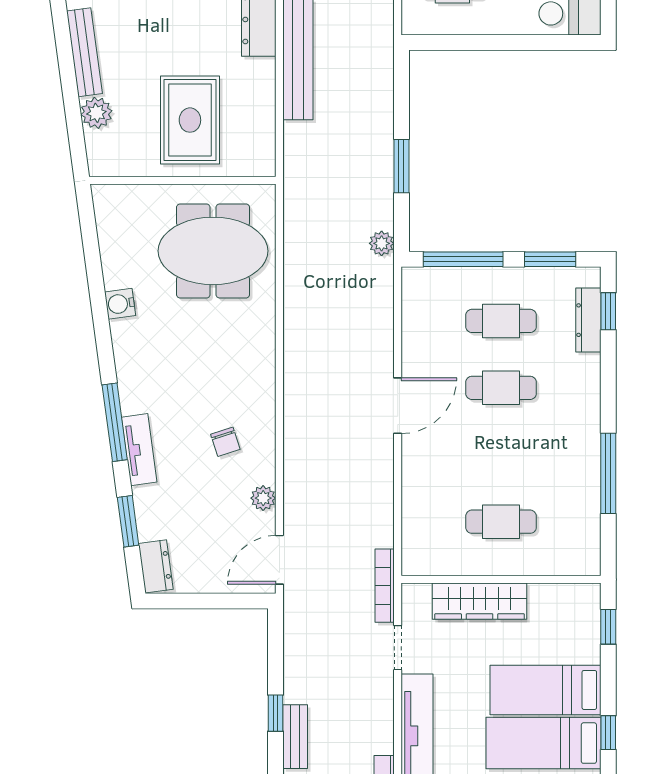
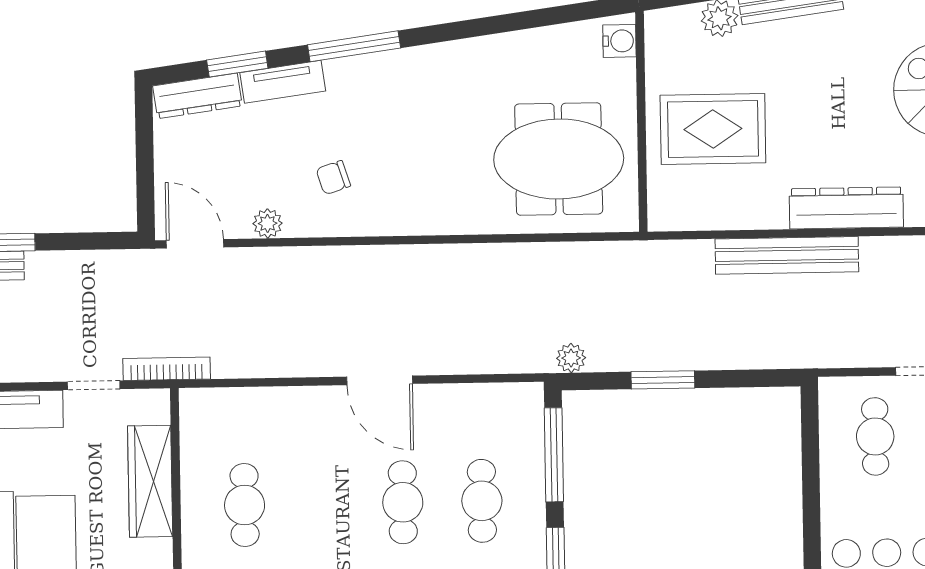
meeting table: (213, 251) -> (559, 159), turned 90
water cooler: (120, 304) -> (619, 41), moved, turned 98
tv unit: (139, 450) -> (283, 82), moved
dresser: (156, 566) -> (197, 96), width x1.44

